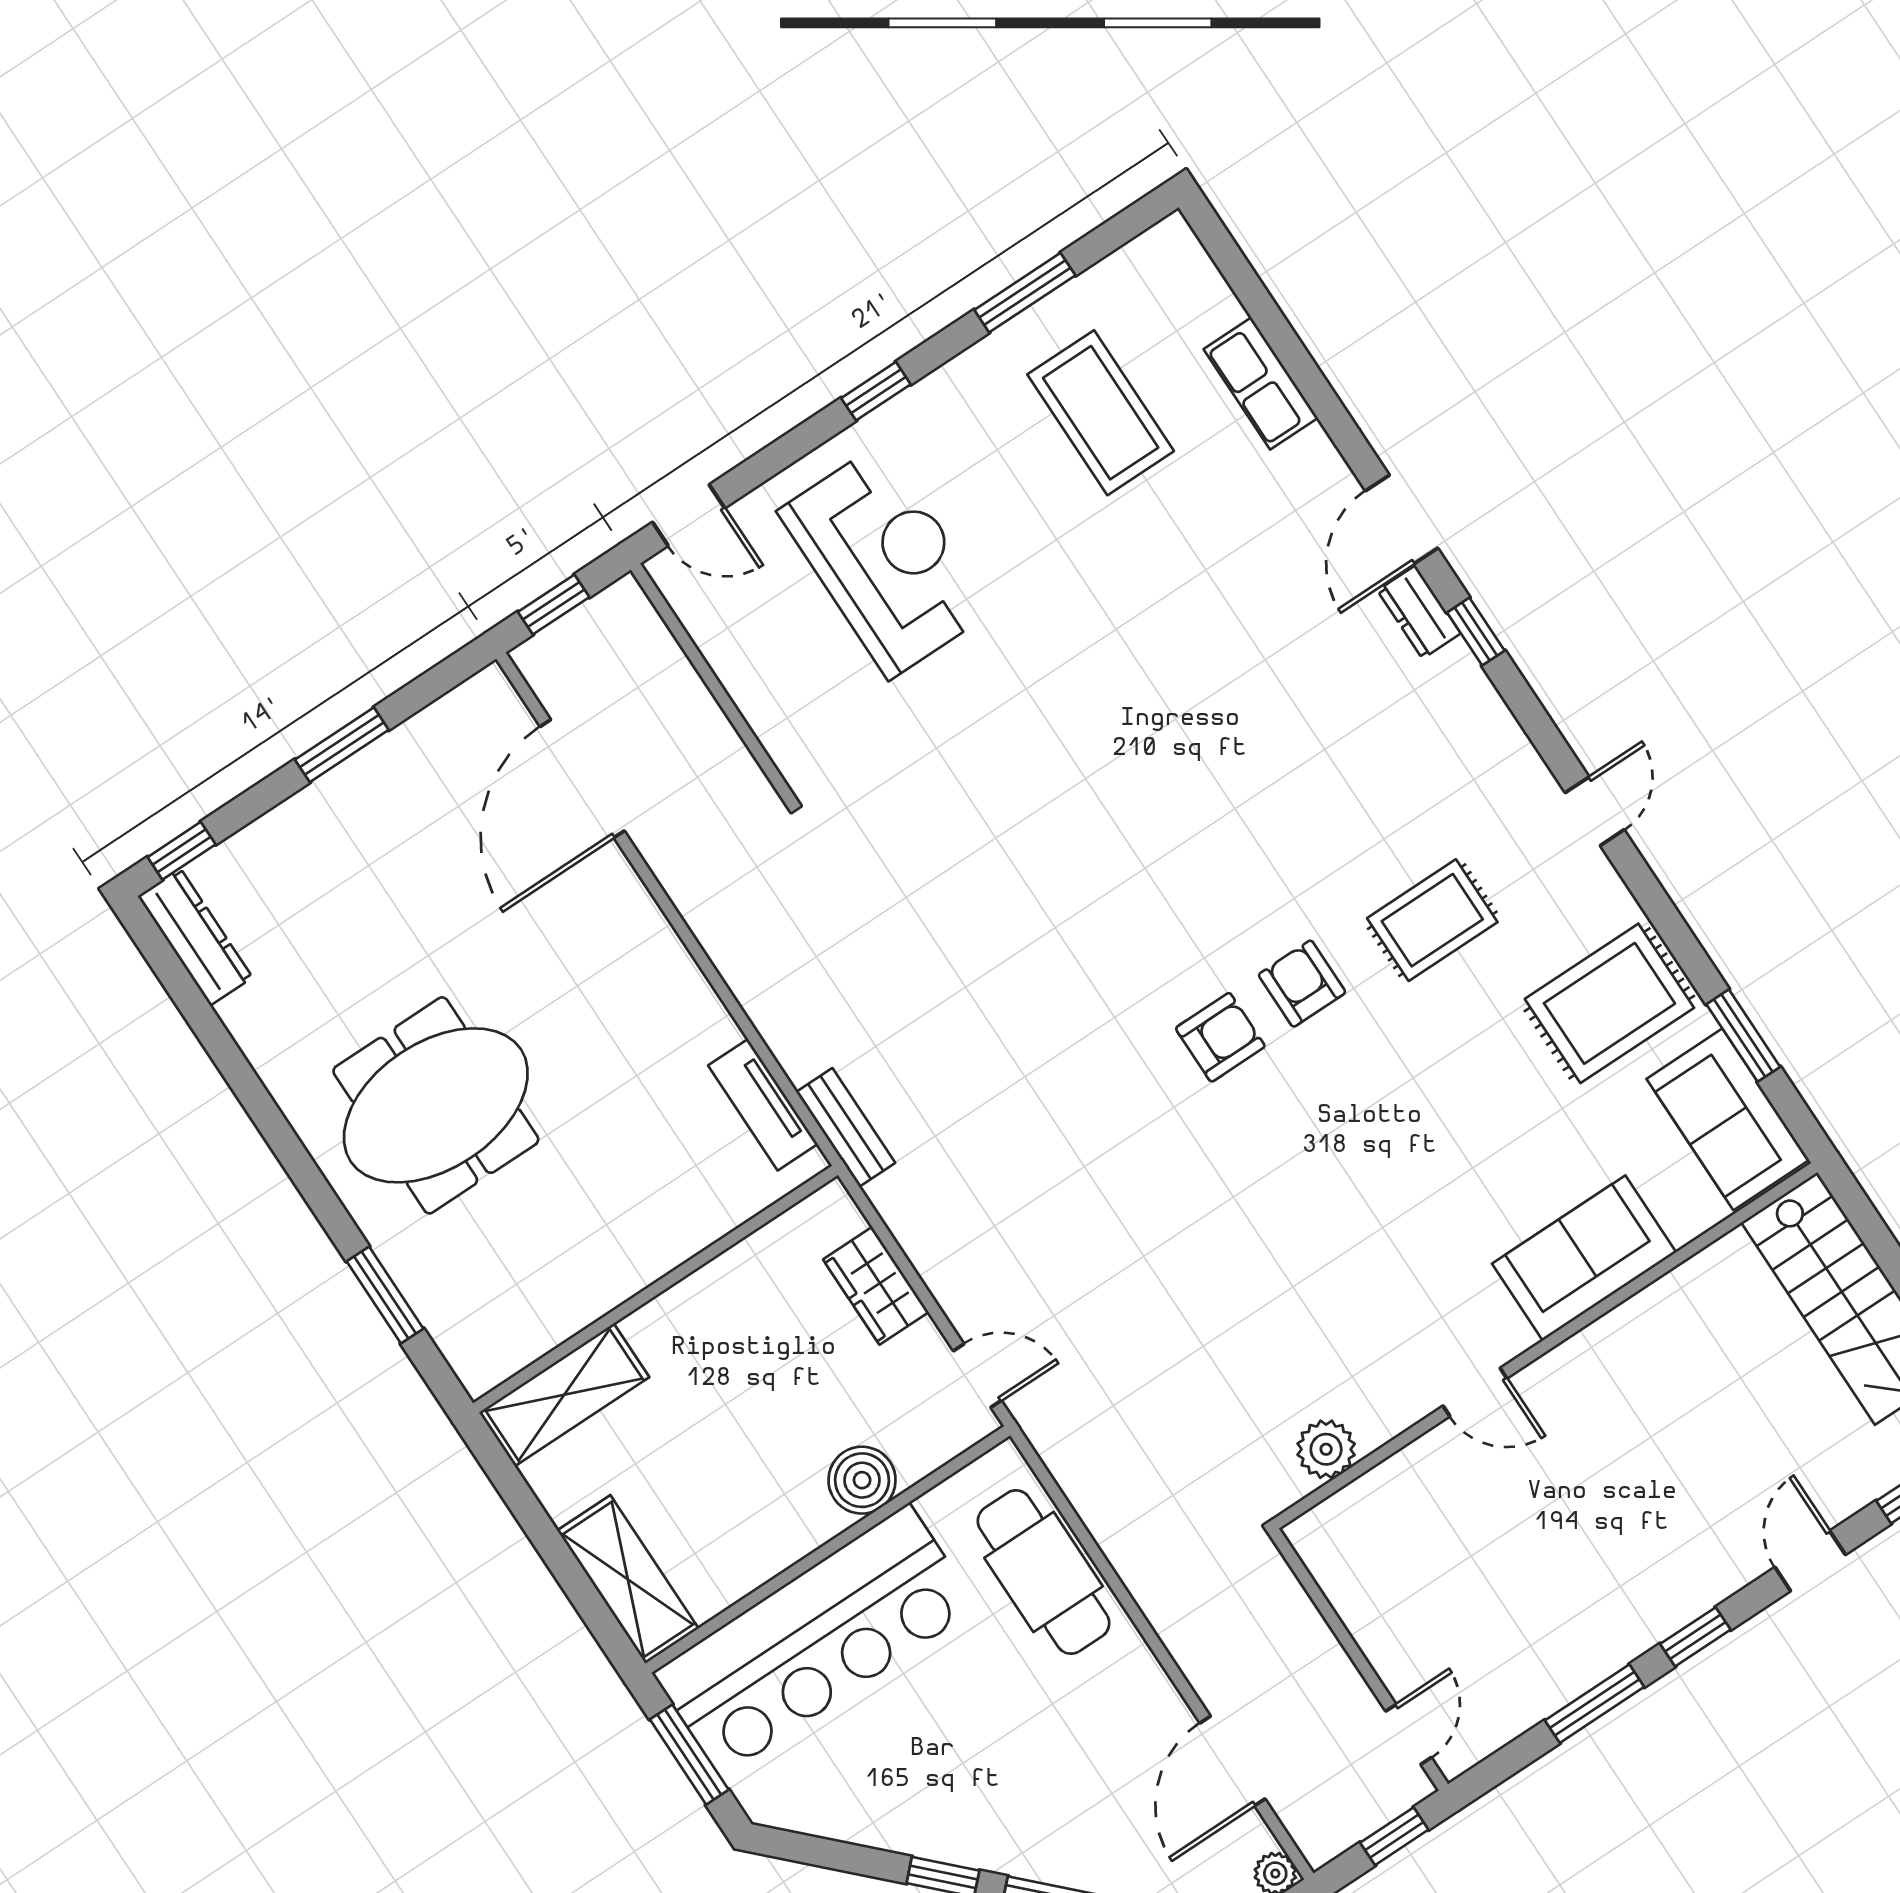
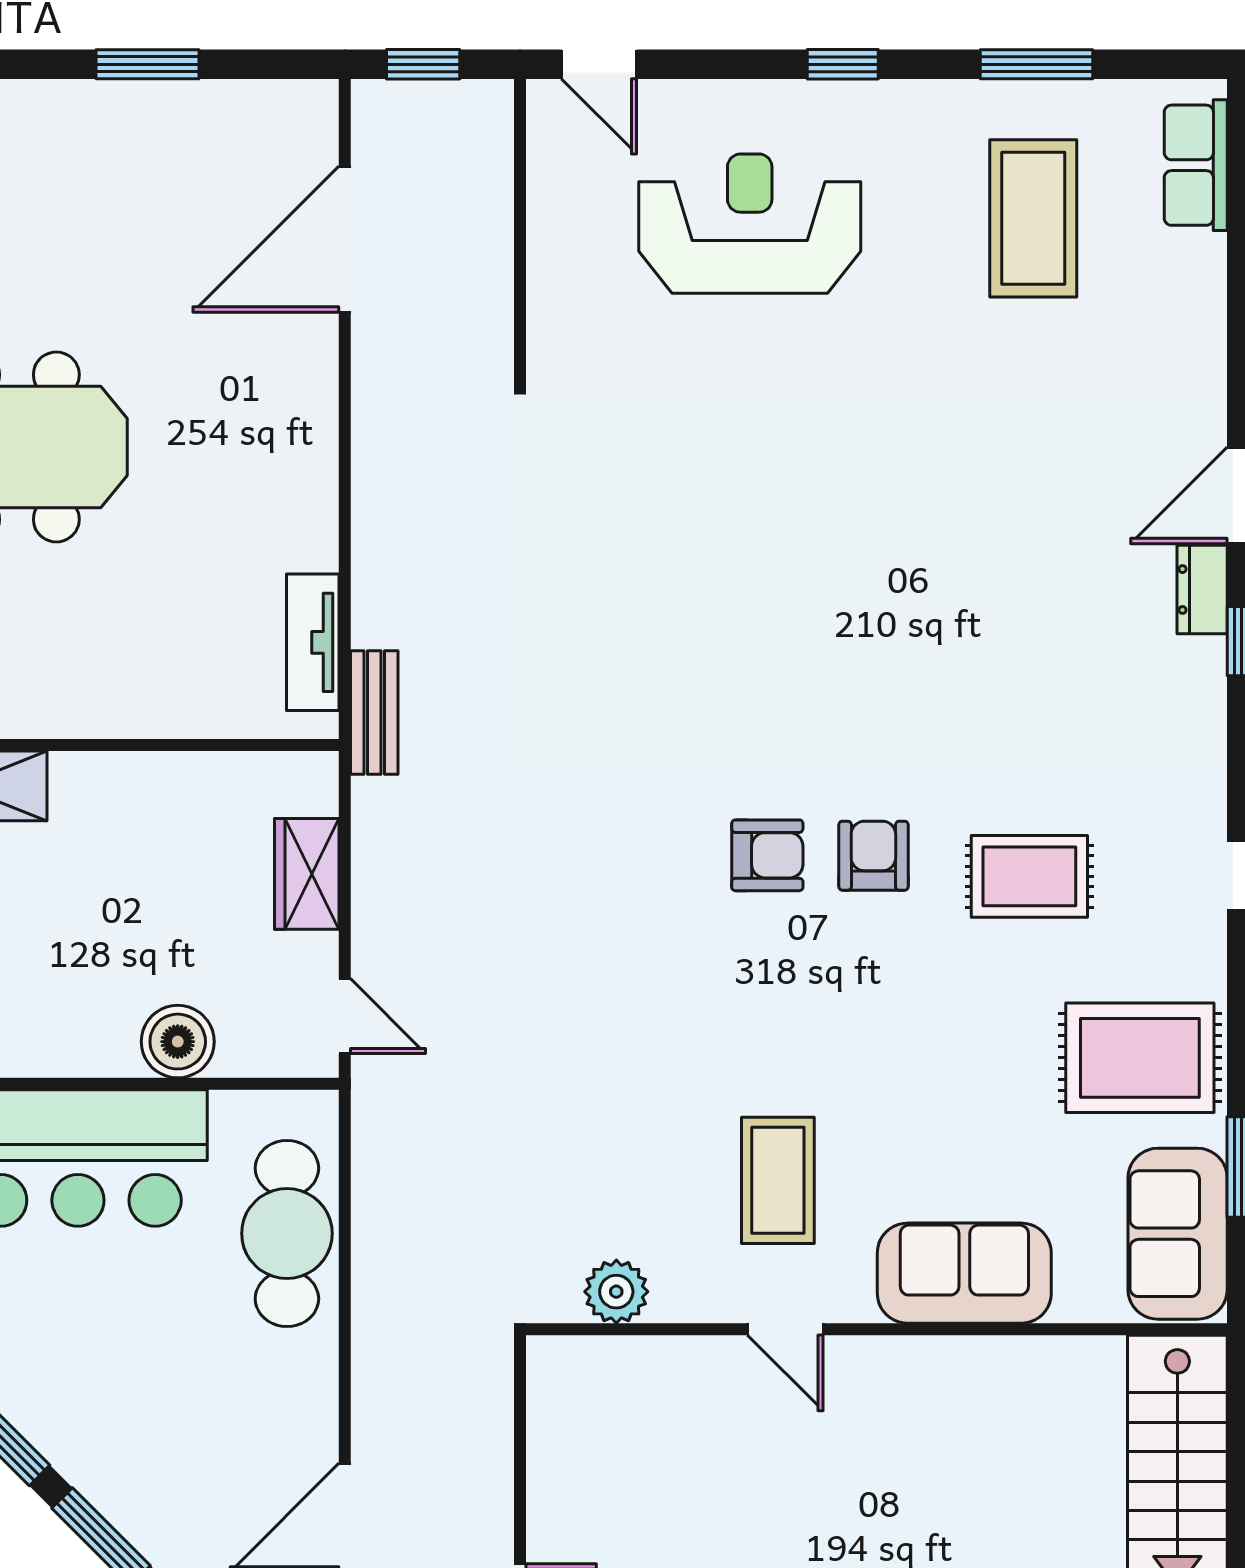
row of seats: (1261, 383) -> (1196, 165), moved
reception desk: (886, 561) -> (750, 224), turned -90
coffee table: (1394, 1282) -> (778, 1180), added

